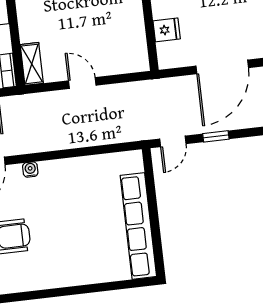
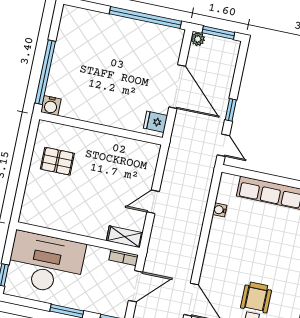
fridge: (167, 30) -> (155, 122), moved, turned -90
water cooler: (30, 170) -> (220, 210), moved

